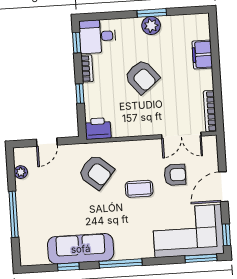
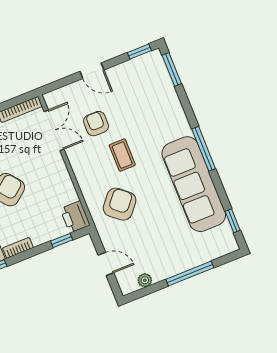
window: (80, 94) -> (62, 240), moved
door: (223, 187) -> (92, 71), width x0.73
corner sofa: (188, 231) -> (148, 91), removed
sofa: (81, 249) -> (194, 184), width x1.36, depth x1.27
window: (68, 267) -> (233, 221), moved

